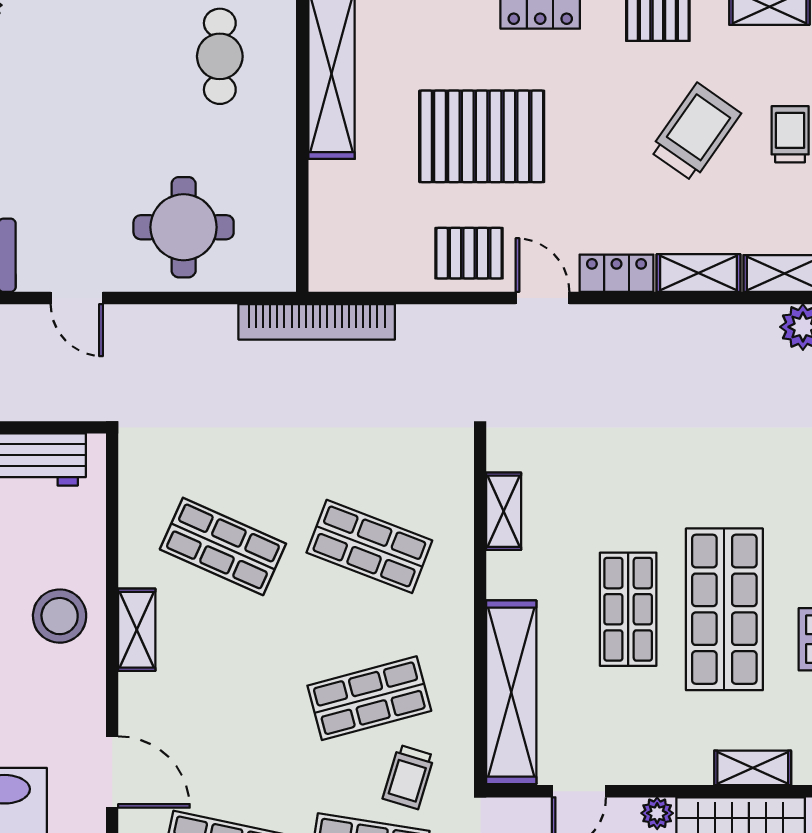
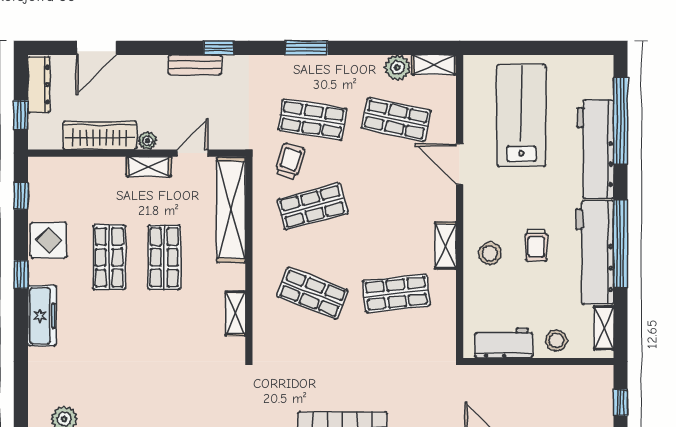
shop shelf: (223, 546) -> (396, 293), turned -30
shop shelf: (724, 609) -> (109, 257), width x0.70, depth x0.74
stool: (60, 616) -> (490, 253), width x0.73, depth x0.73
shelving: (753, 768) -> (149, 167), moved

